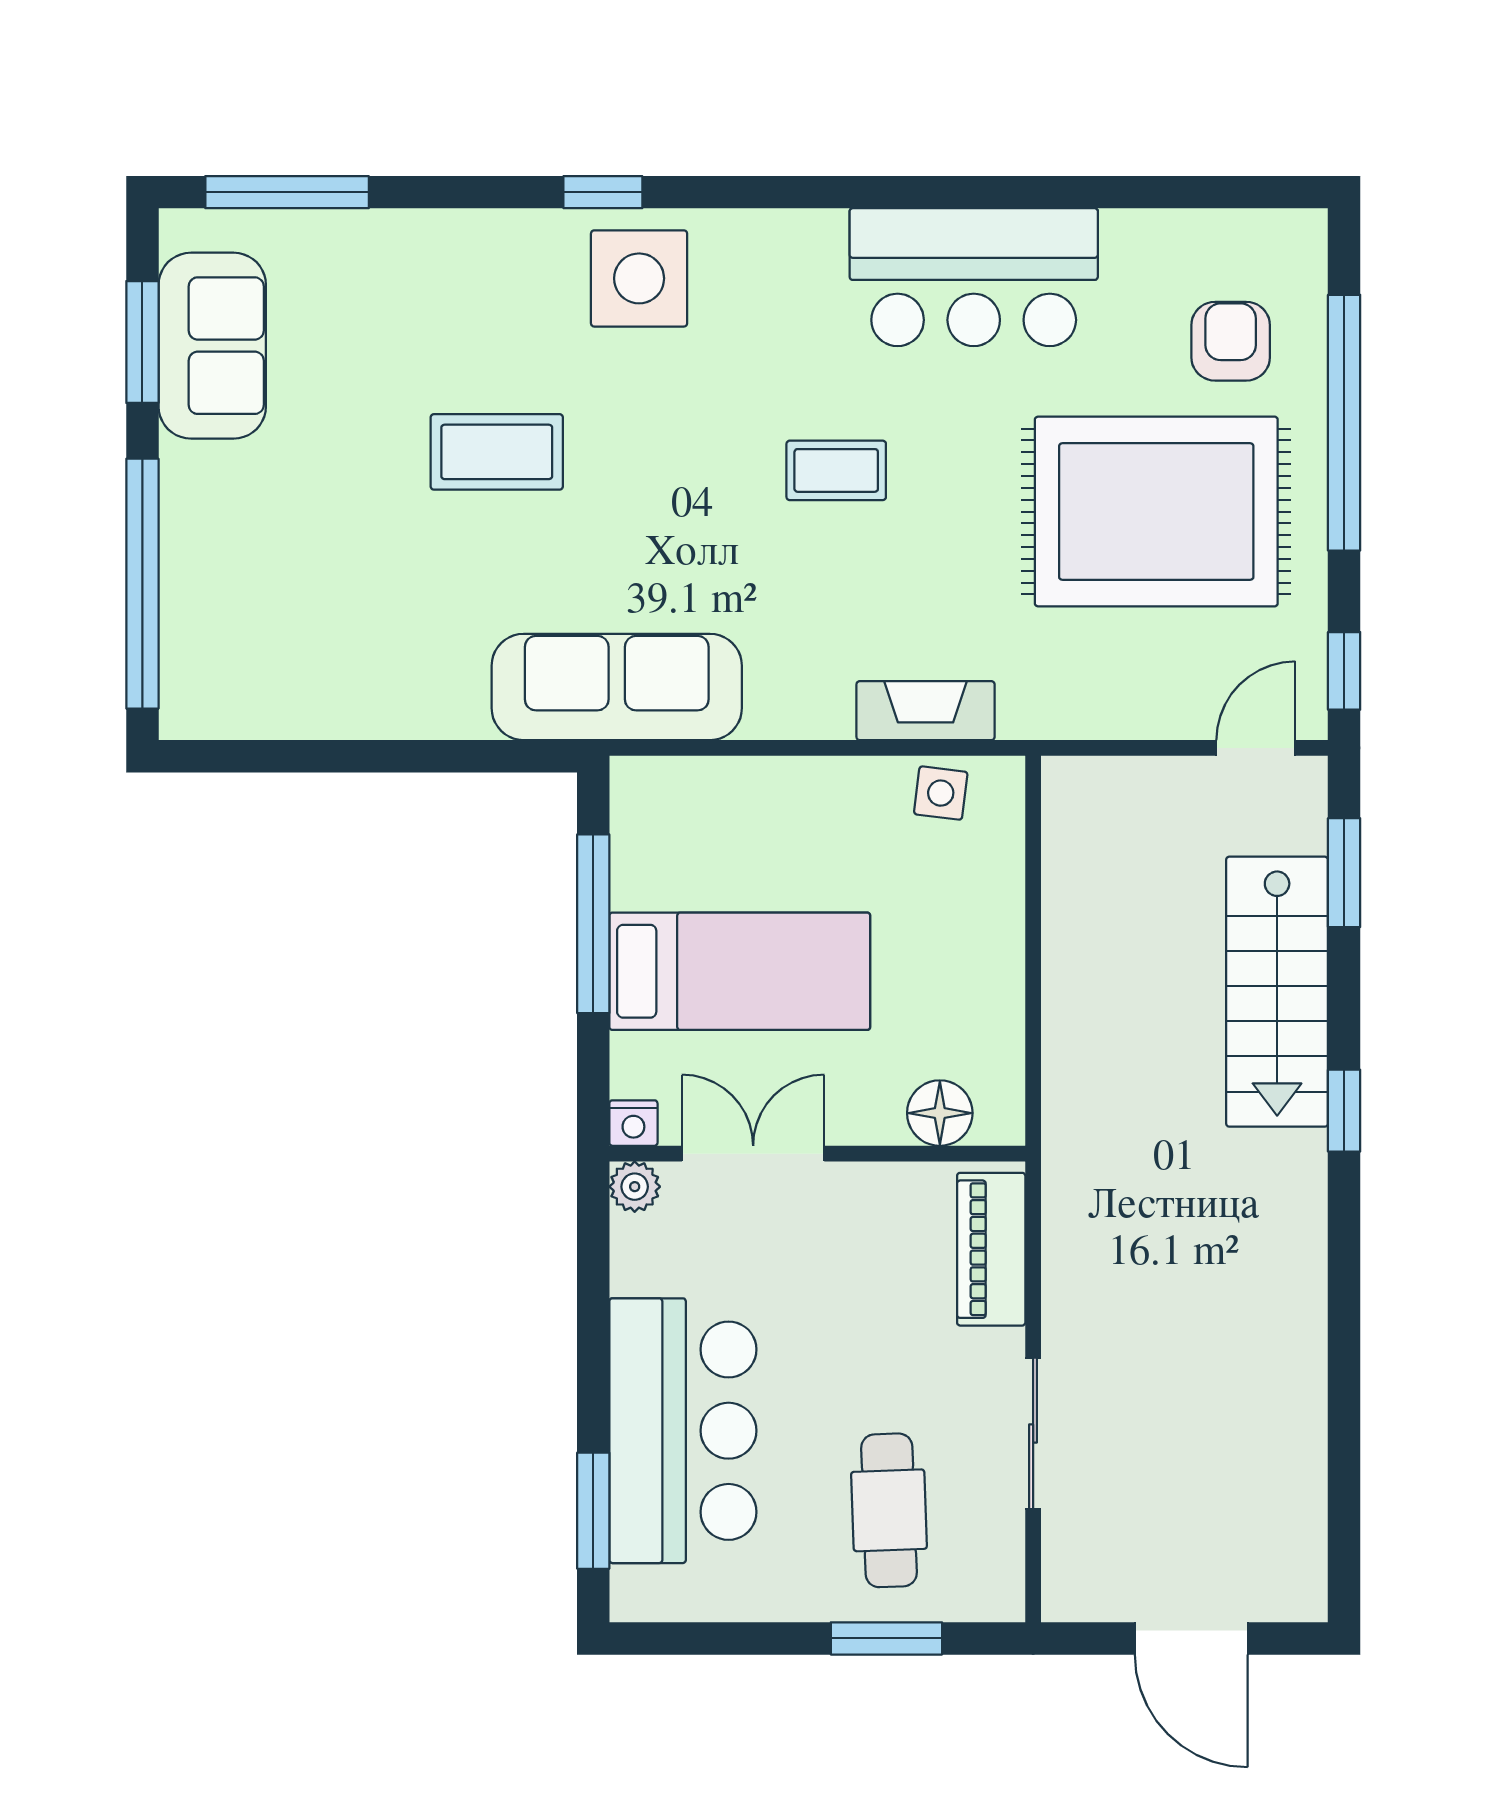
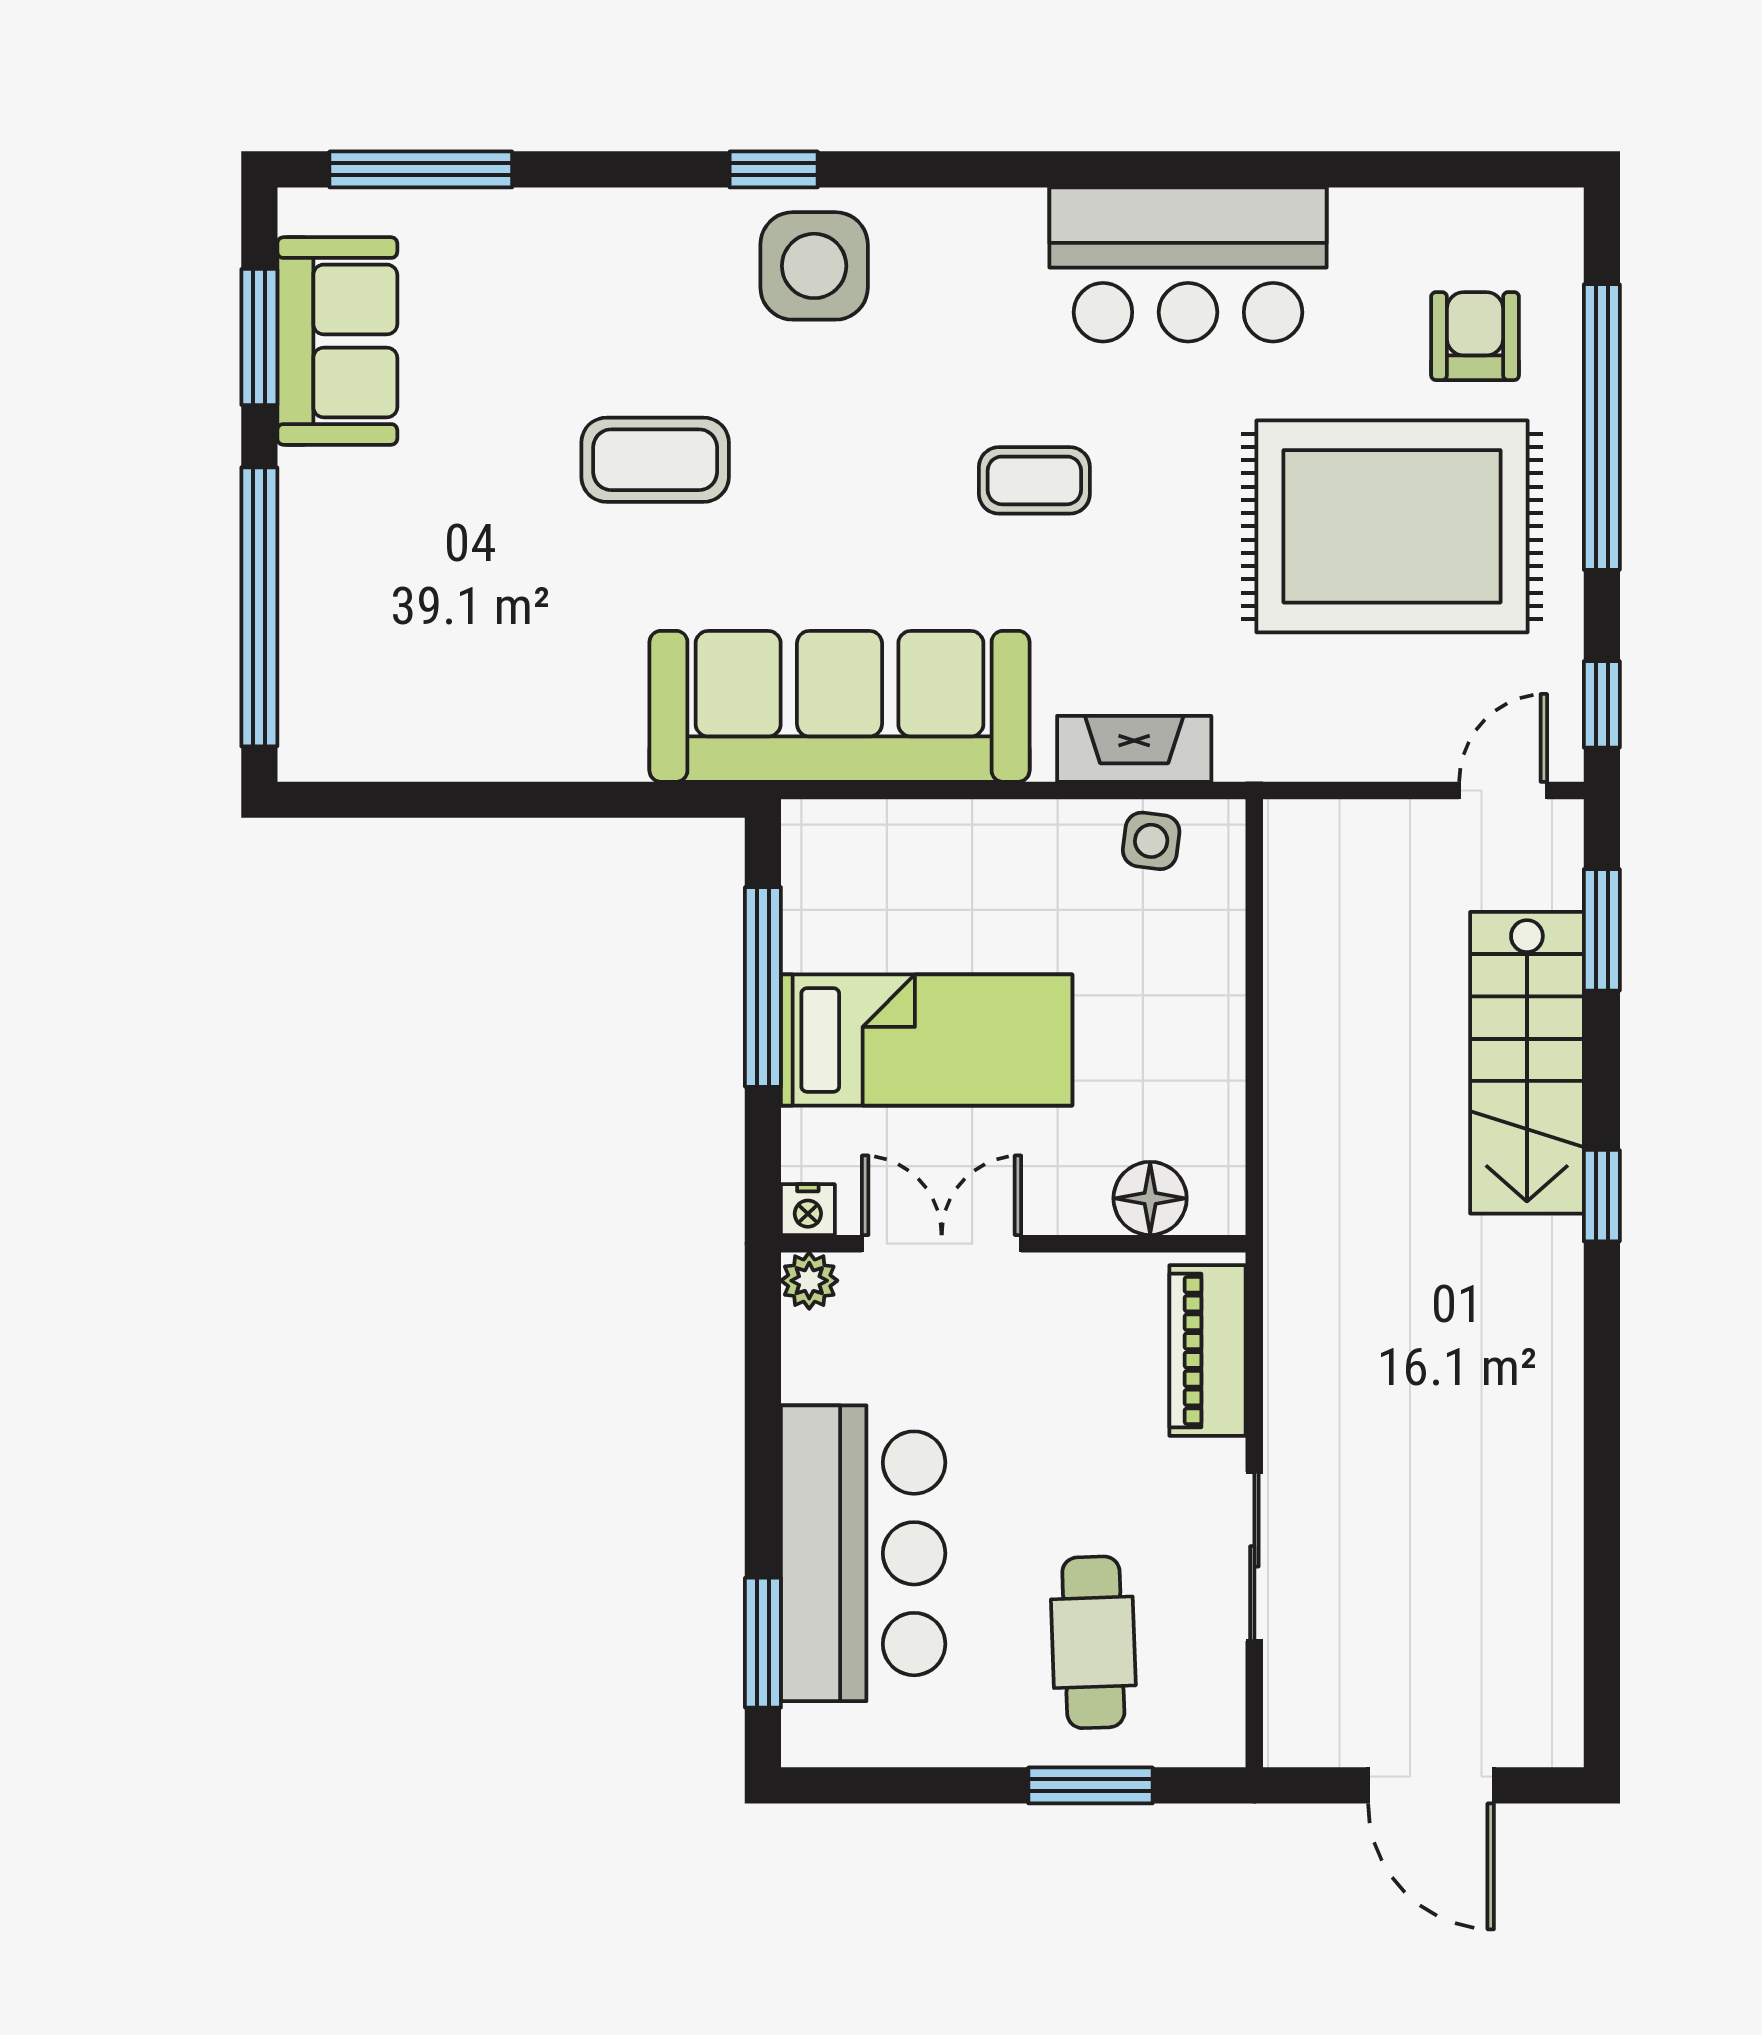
sofa: (617, 687) -> (839, 706), width x1.36, depth x1.27

